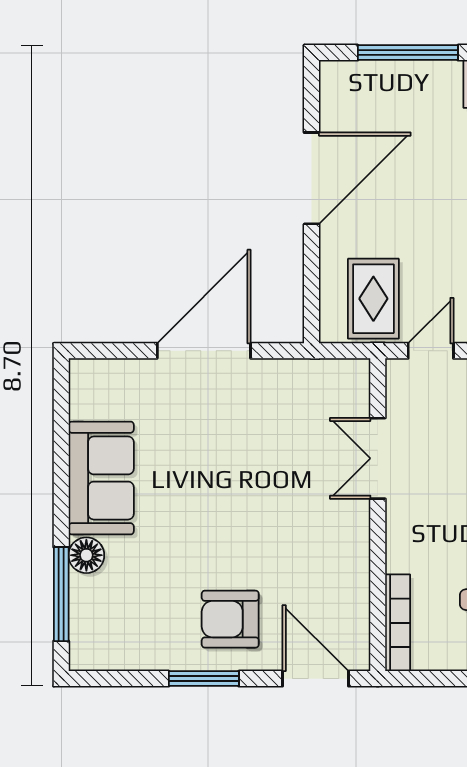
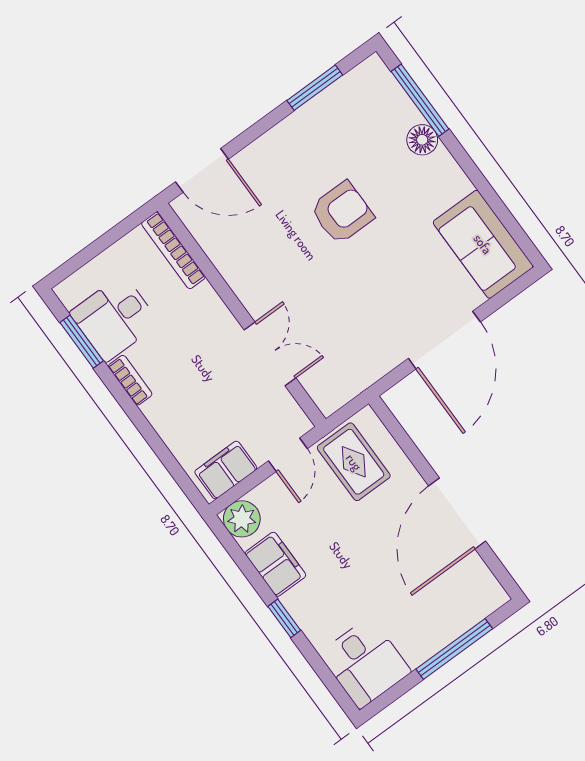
sofa: (101, 478) -> (483, 244), moved
armchair: (230, 619) -> (342, 213), moved
window: (204, 679) -> (315, 88), moved

